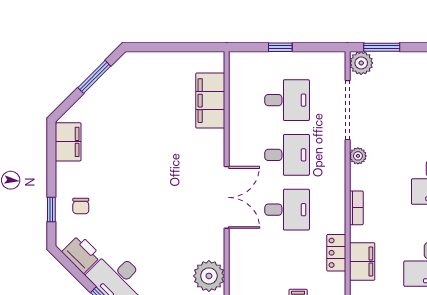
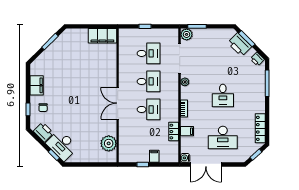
filing cabinet: (210, 101) -> (102, 36), moved, turned -90
filing cabinet: (68, 142) -> (37, 85), moved
double door: (227, 197) -> (118, 103), swing flipped
filing cabinet: (362, 261) -> (187, 131), width x0.50

